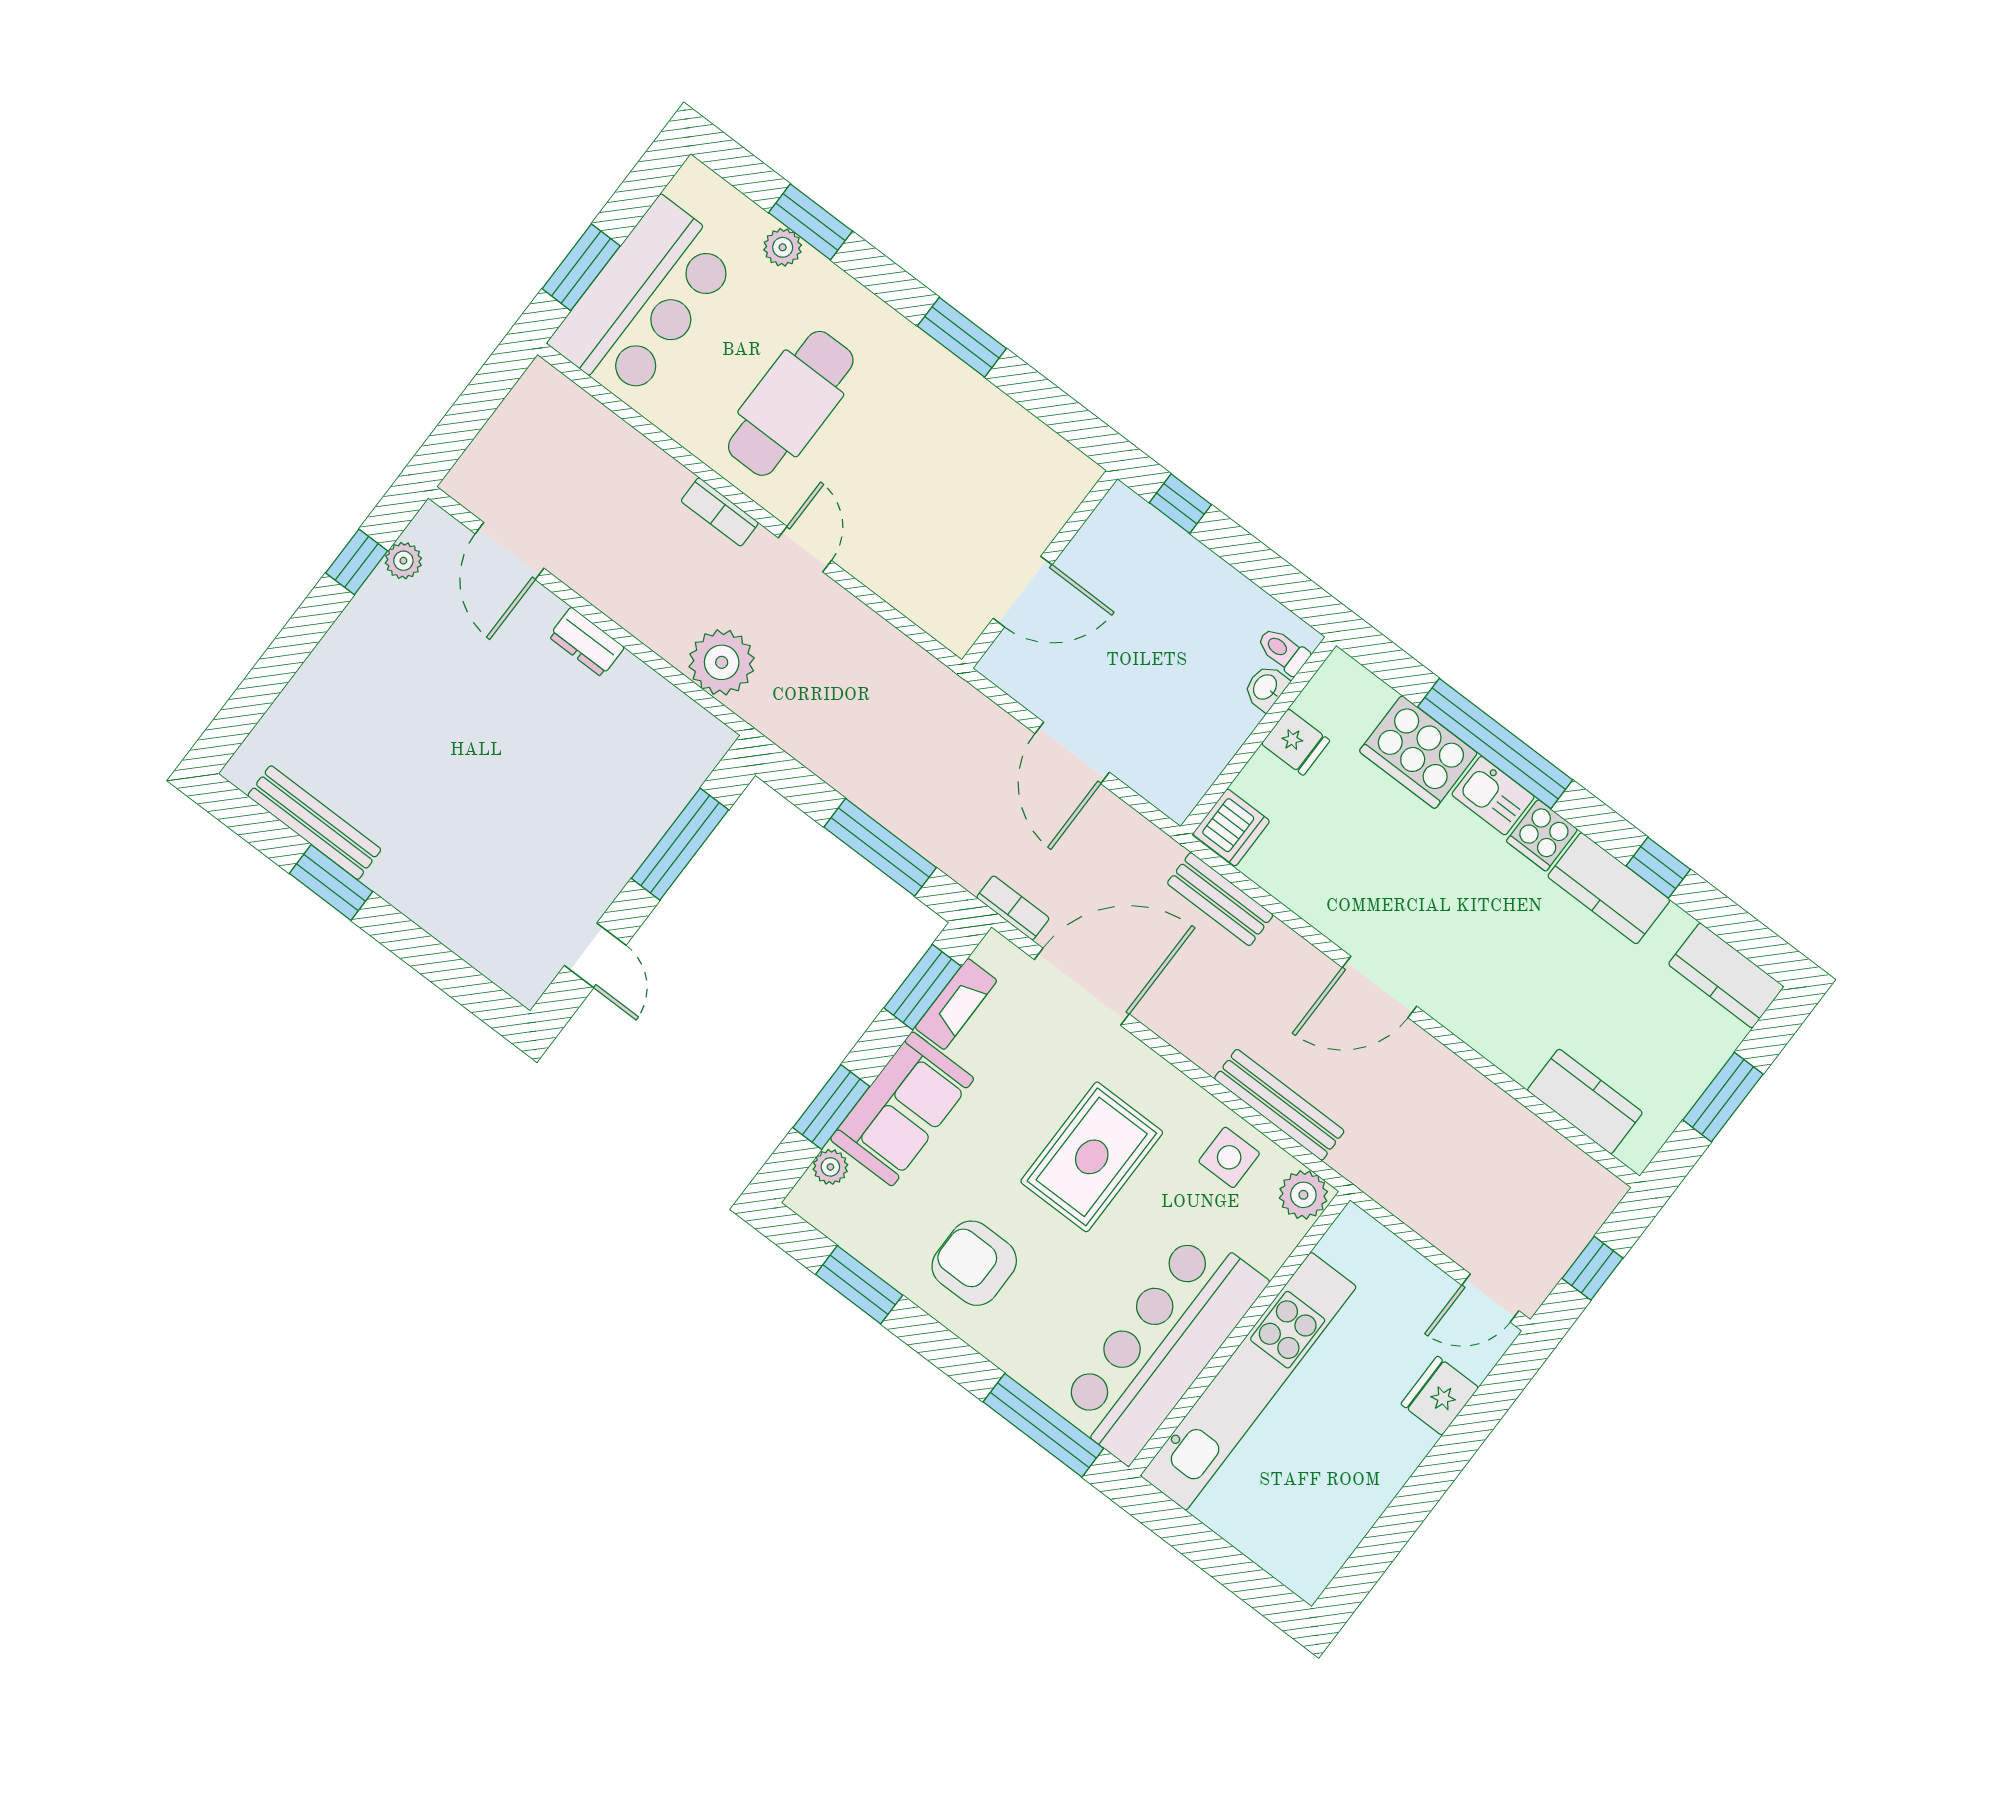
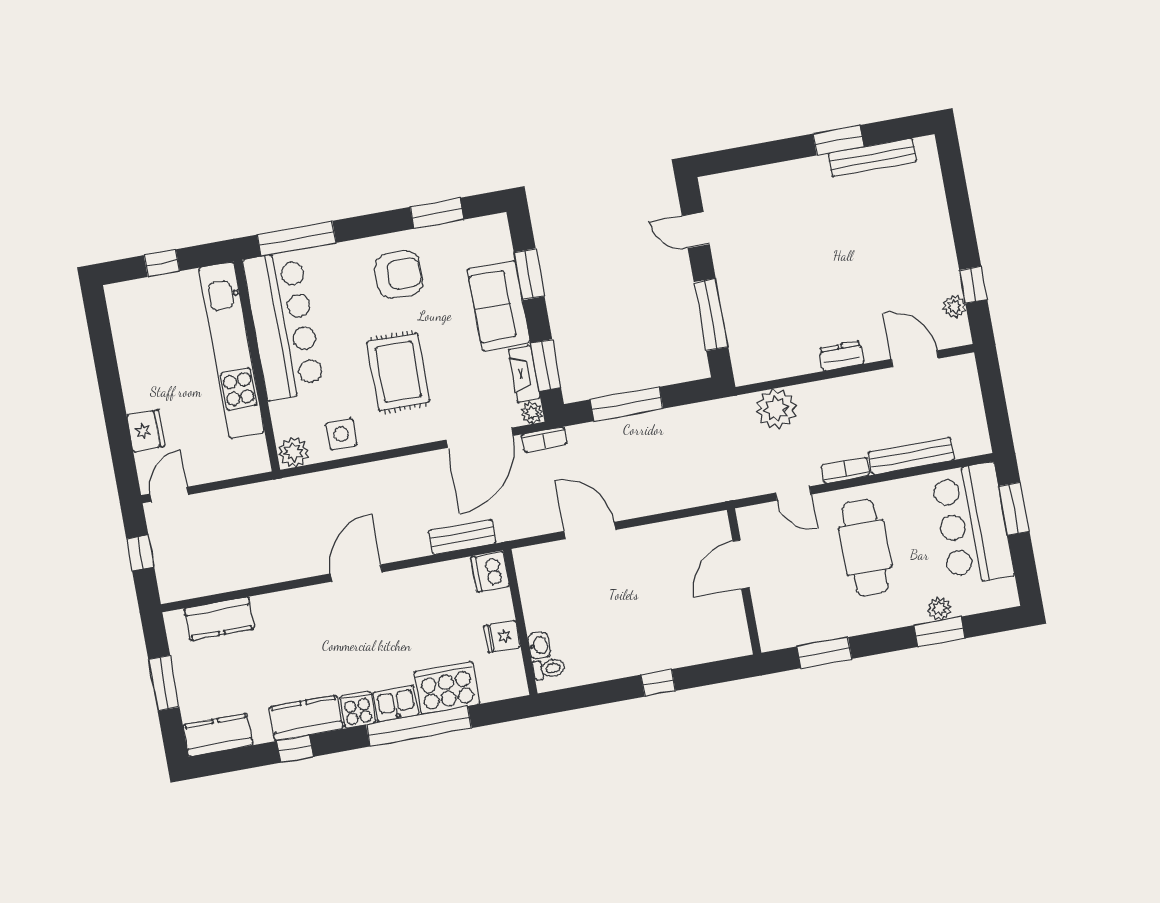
wall: (1040, 569) -> (744, 581), moved
door: (1023, 592) -> (741, 564), moved
bench: (1279, 1105) -> (911, 456), moved
plant: (830, 1167) -> (532, 413), moved
window: (1221, 1560) -> (162, 263), added

